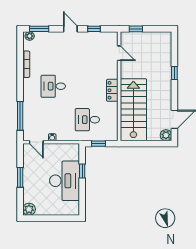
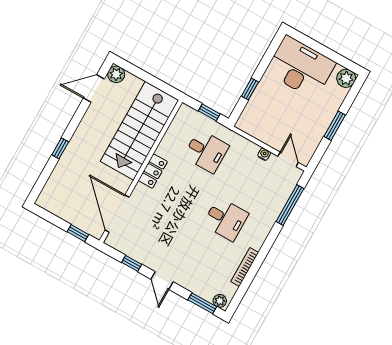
door: (119, 53) -> (117, 214), width x1.87
desk: (65, 181) -> (301, 67), moved, turned 90

